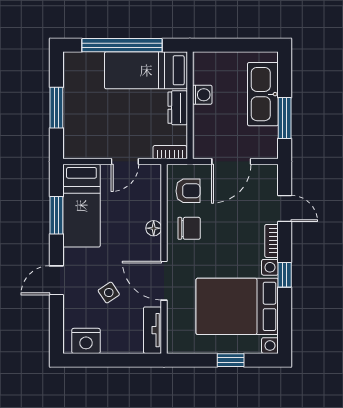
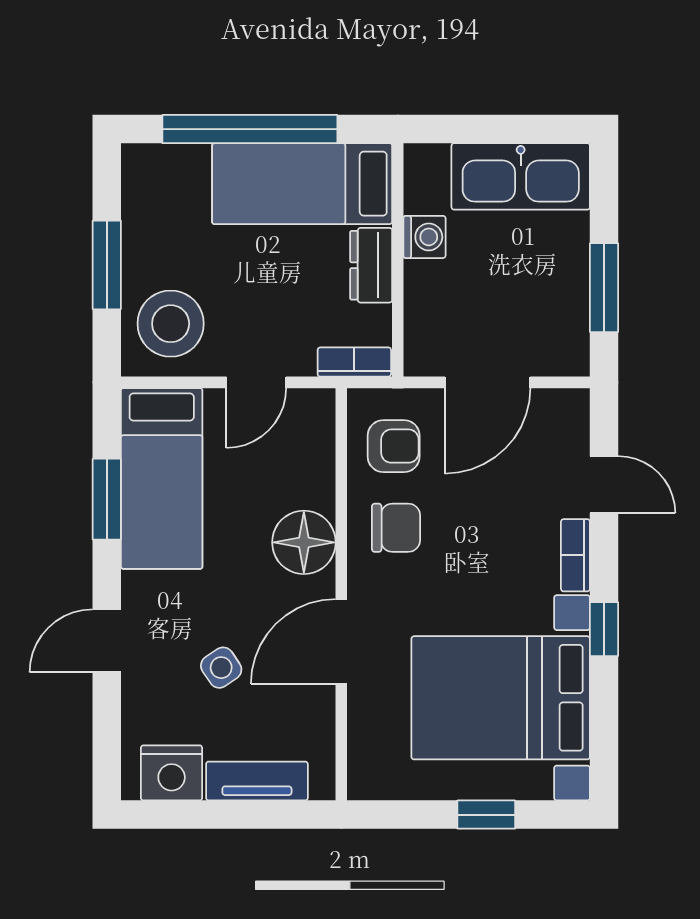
kitchen sink: (263, 94) -> (521, 176), moved, turned -90
stool: (86, 135) -> (171, 324), added
floor lamp: (154, 228) -> (304, 542), width x1.89, depth x1.89
door: (164, 281) -> (341, 641), hinge flipped
tv unit: (152, 330) -> (257, 781), moved, turned 90

